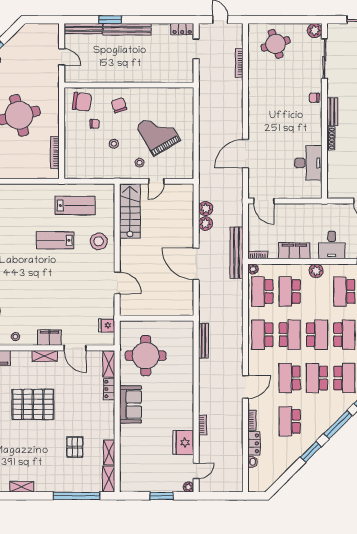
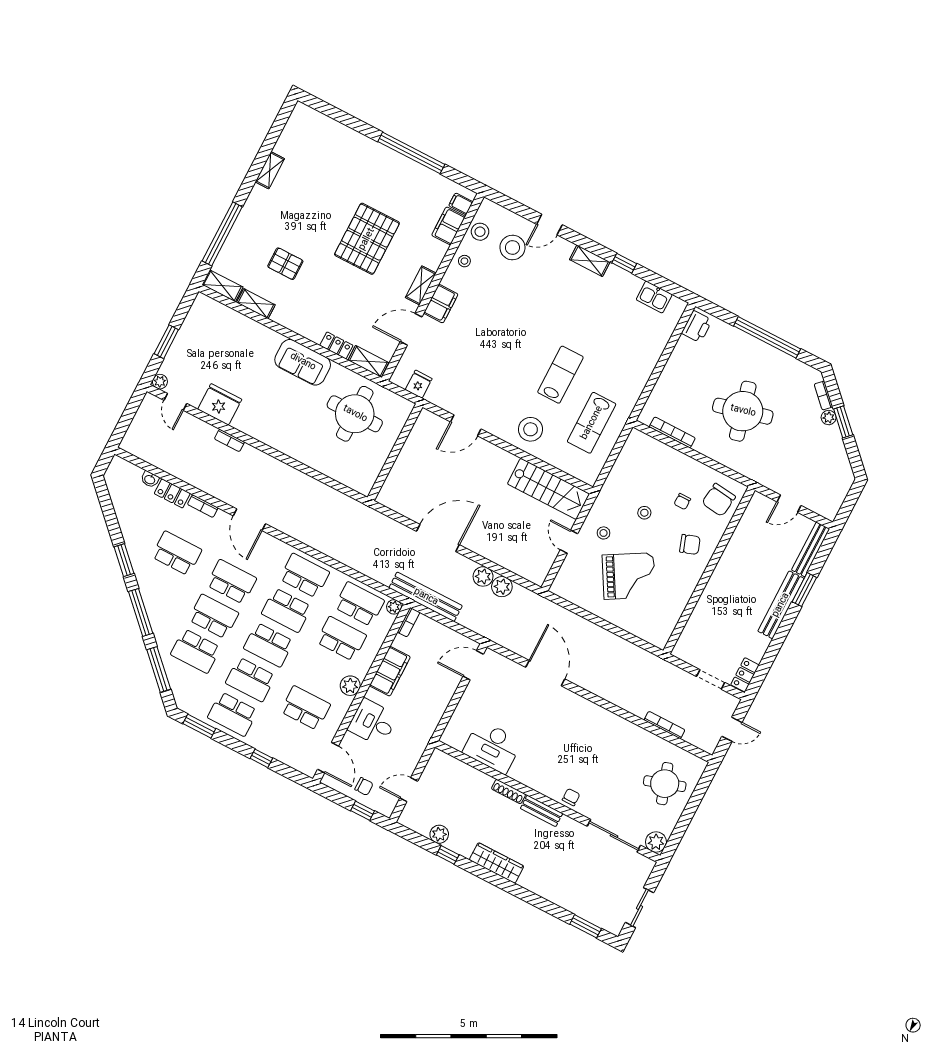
bench: (203, 341) -> (336, 497), removed

